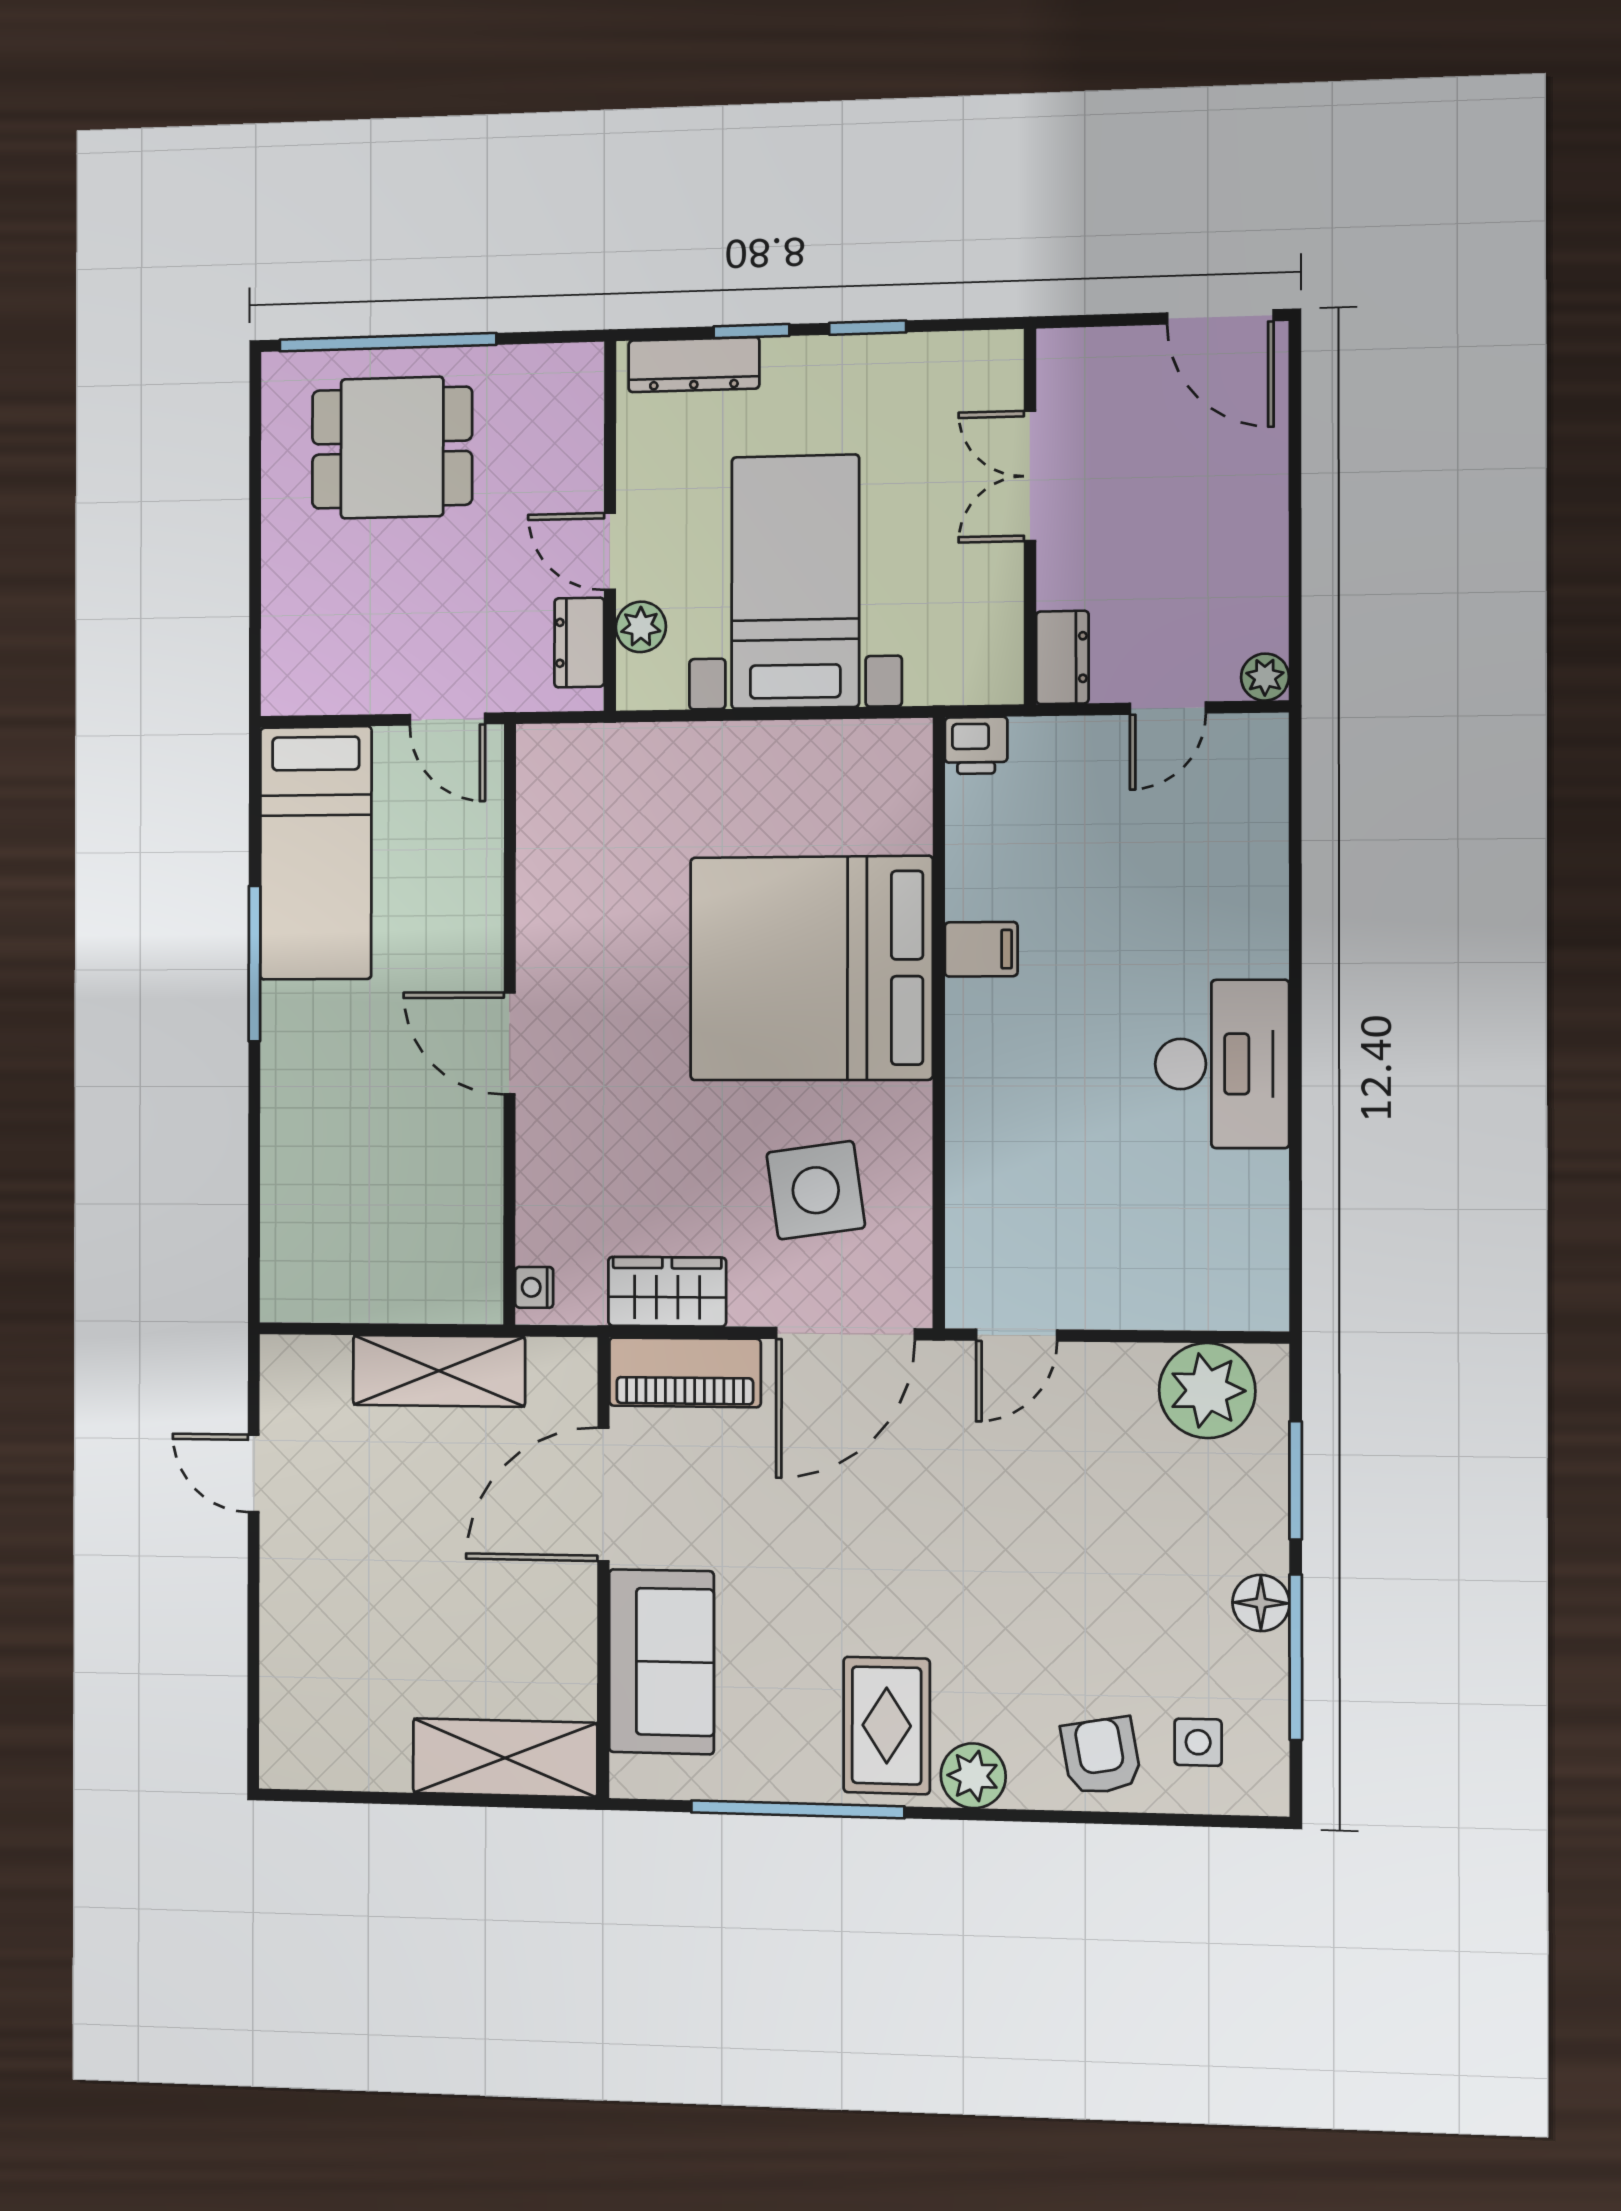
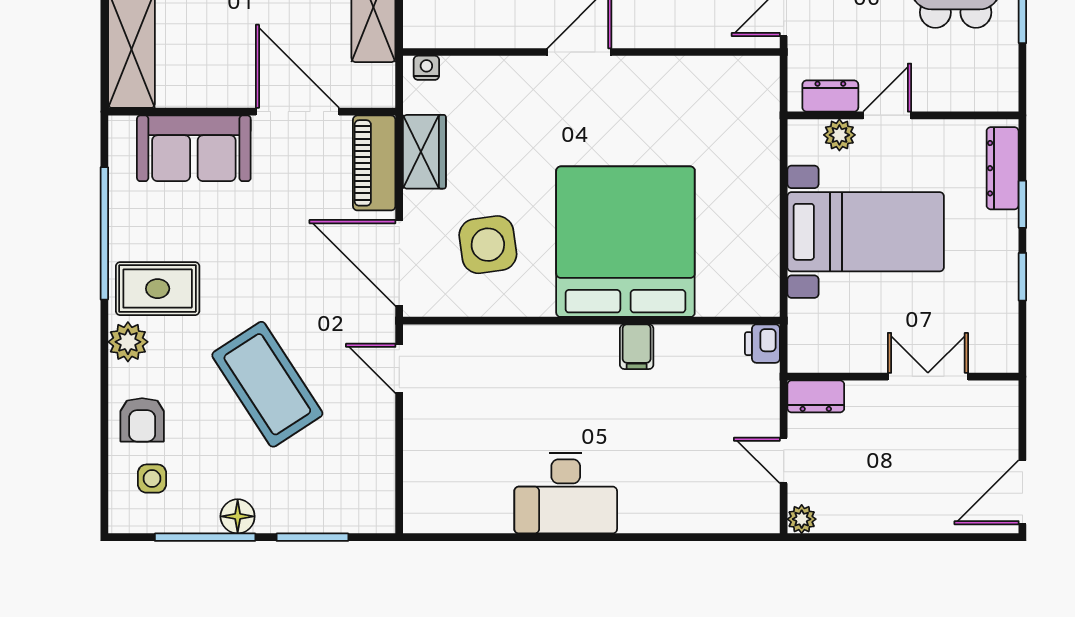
plant: (1207, 1391) -> (366, 484), removed
coffee table: (1043, 1550) -> (267, 384), added
armchair: (1101, 1756) -> (142, 420), turned 100

